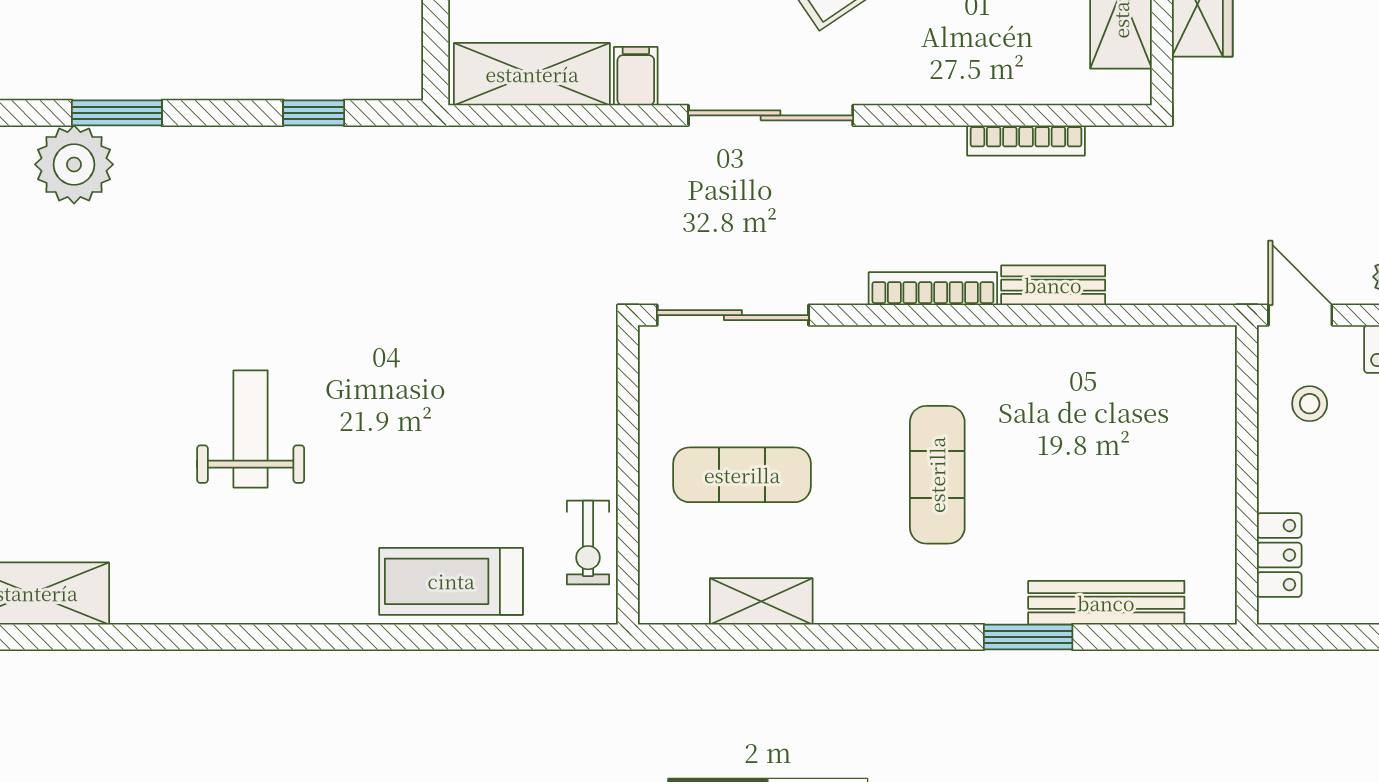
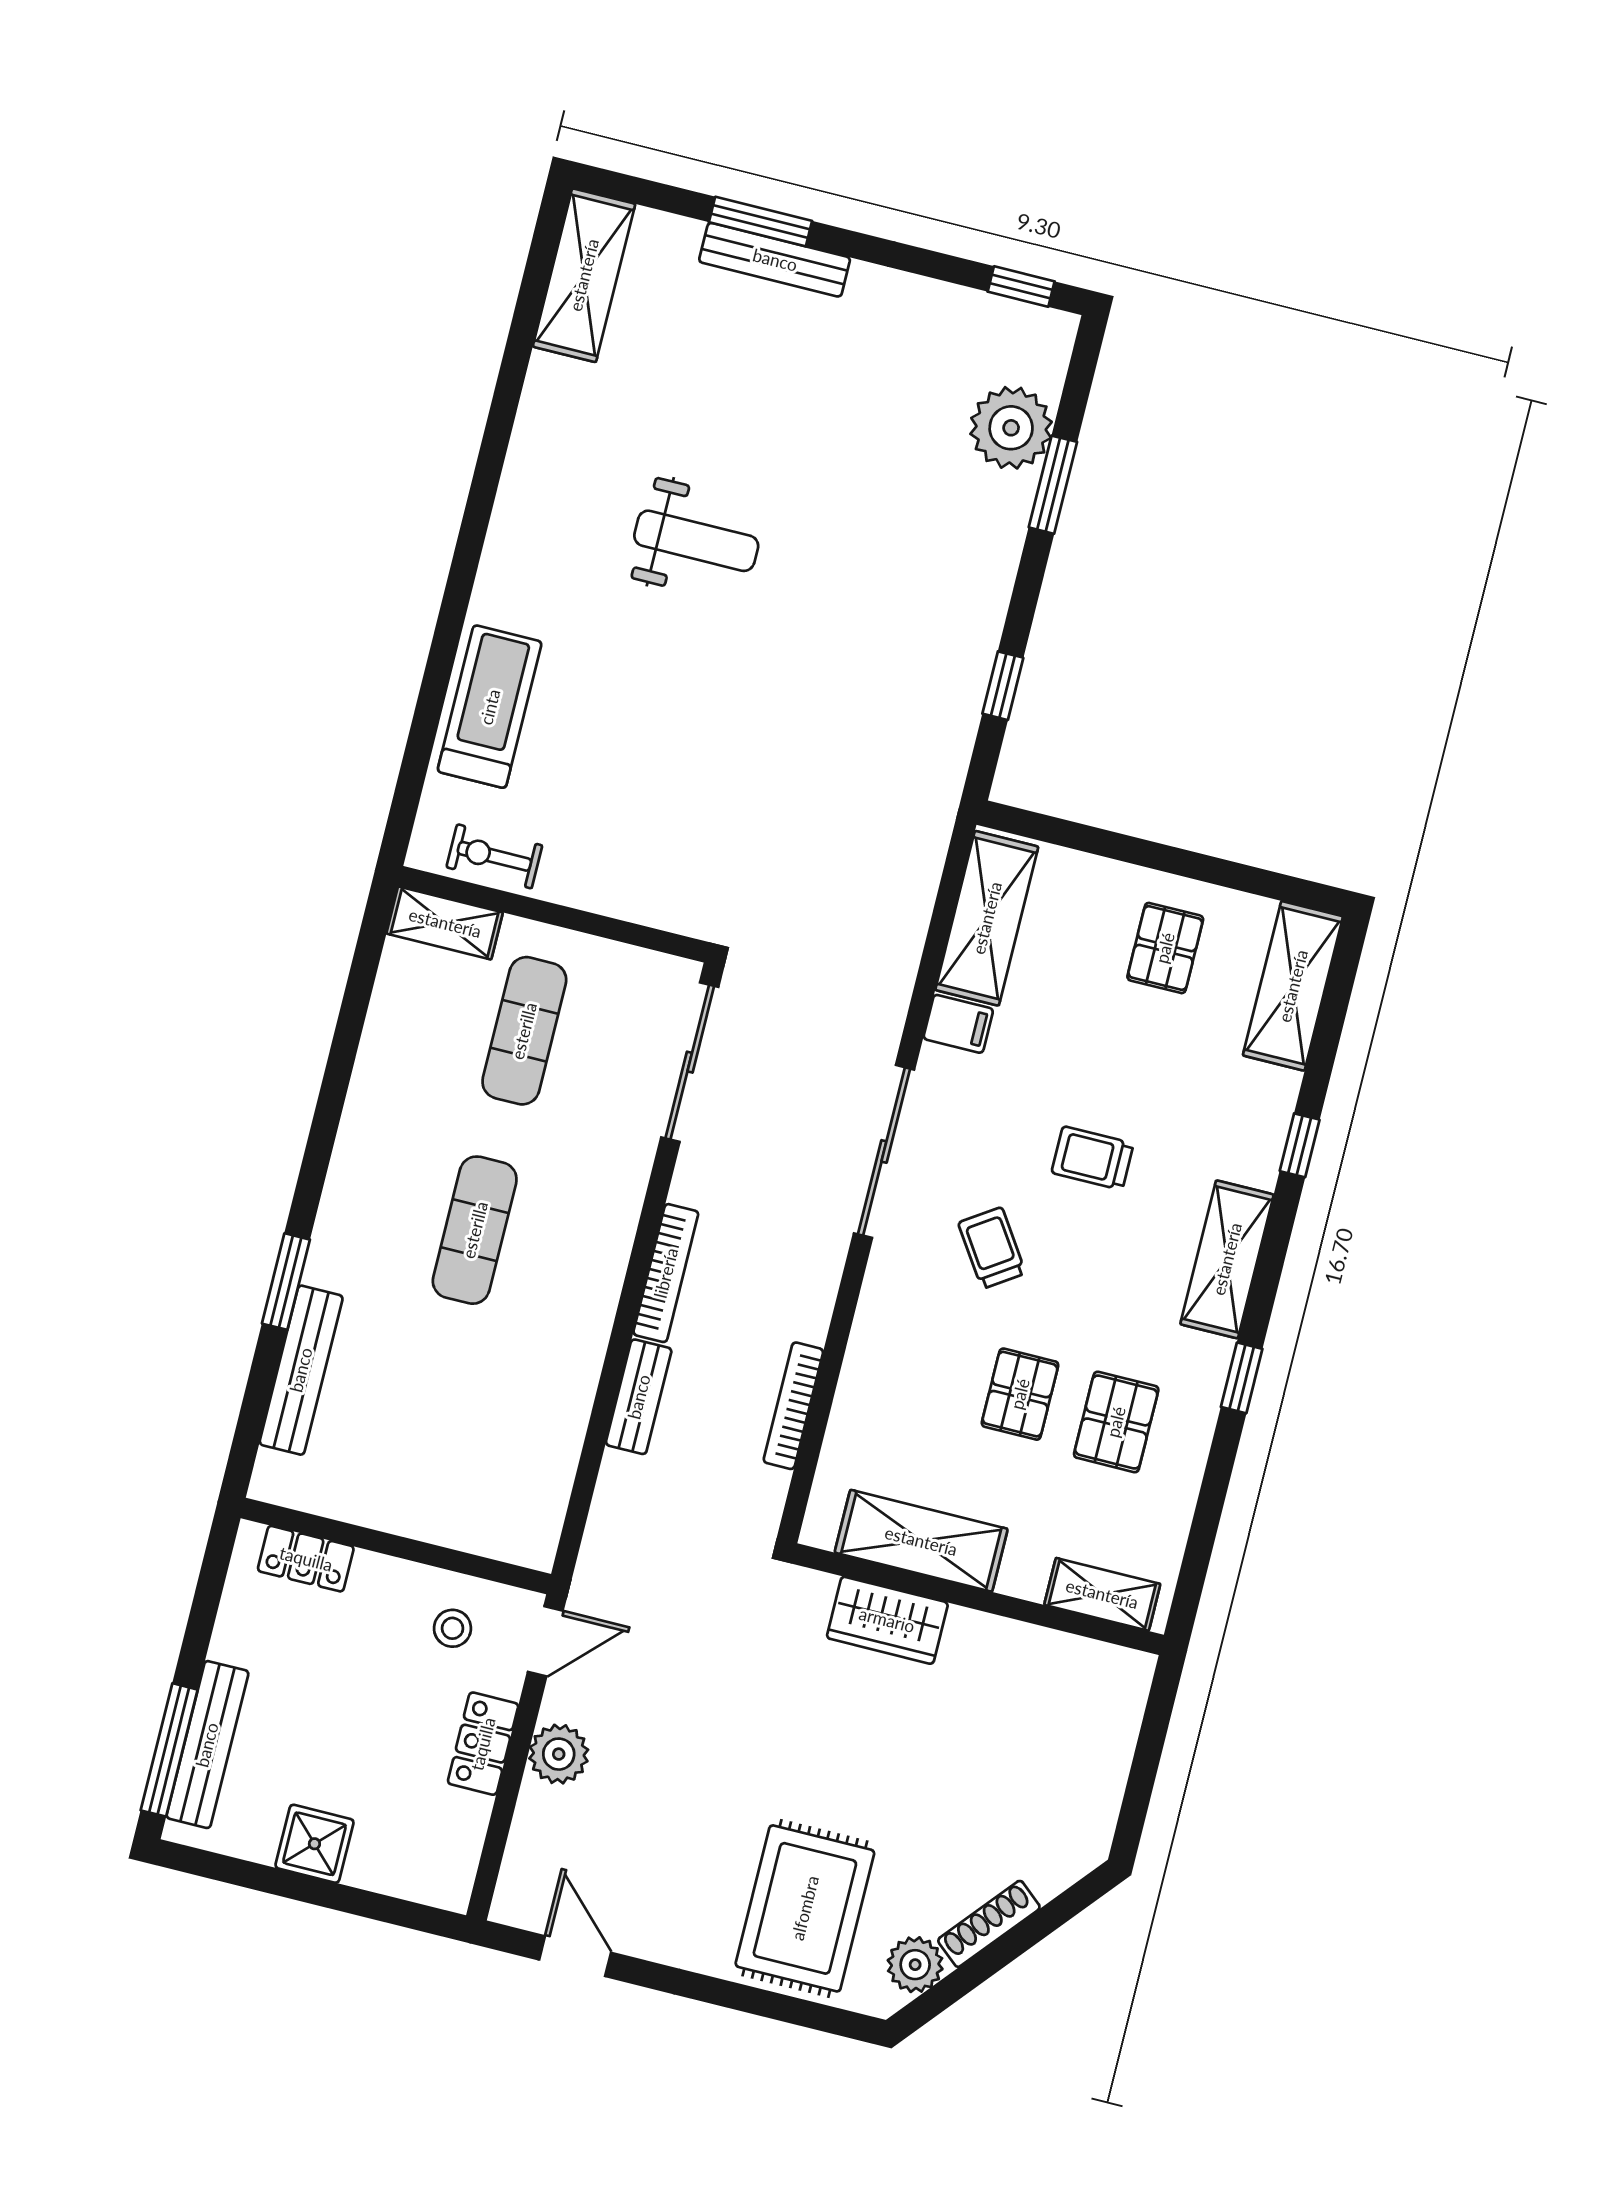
exercise mat: (937, 475) -> (475, 1230), turned 90
shelving: (761, 601) -> (445, 923), moved, turned 90

